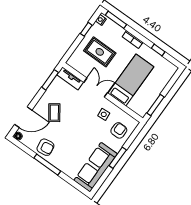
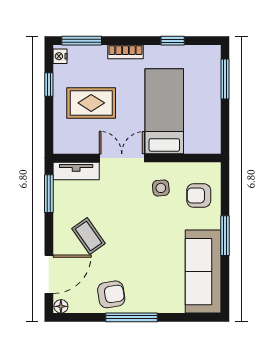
window: (155, 105) -> (225, 79), moved
armchair: (119, 130) -> (199, 195), turned -90

